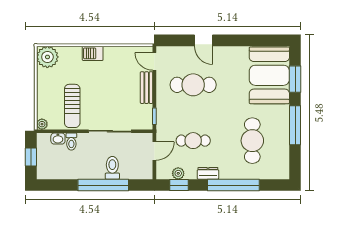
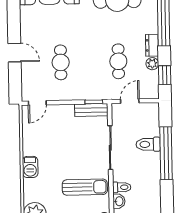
door: (203, 40) -> (14, 53), hinge flipped
cafe table: (193, 85) -> (61, 62), width x0.73, depth x0.74
bench: (147, 88) -> (91, 110), moved
door: (154, 151) -> (130, 101), hinge flipped
plant: (178, 173) -> (152, 64), moved

